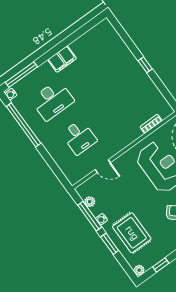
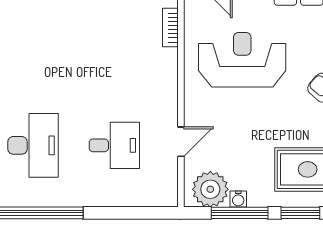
plant: (90, 202) -> (210, 189), width x1.87, depth x1.87
water cooler: (101, 219) -> (238, 199), moved

